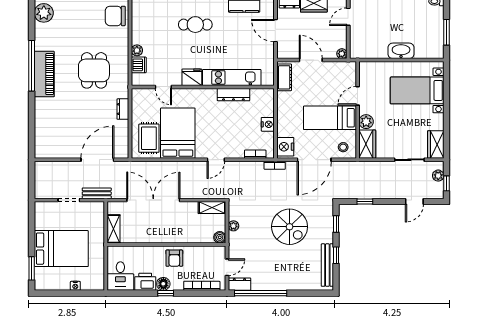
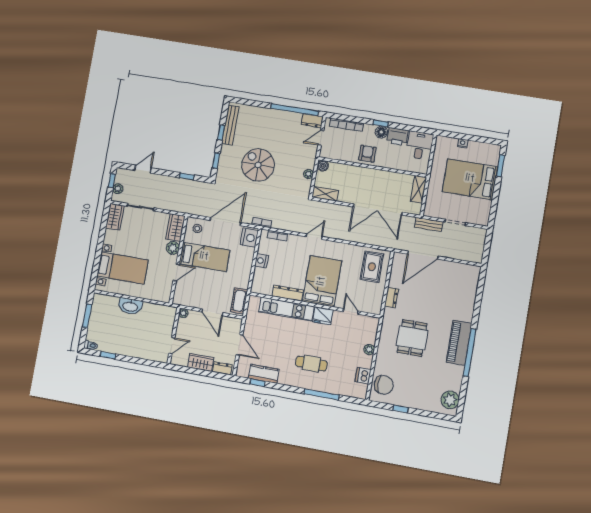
dishwasher: (139, 65) -> (363, 375), moved
bed: (178, 133) -> (322, 281), moved, turned 180

